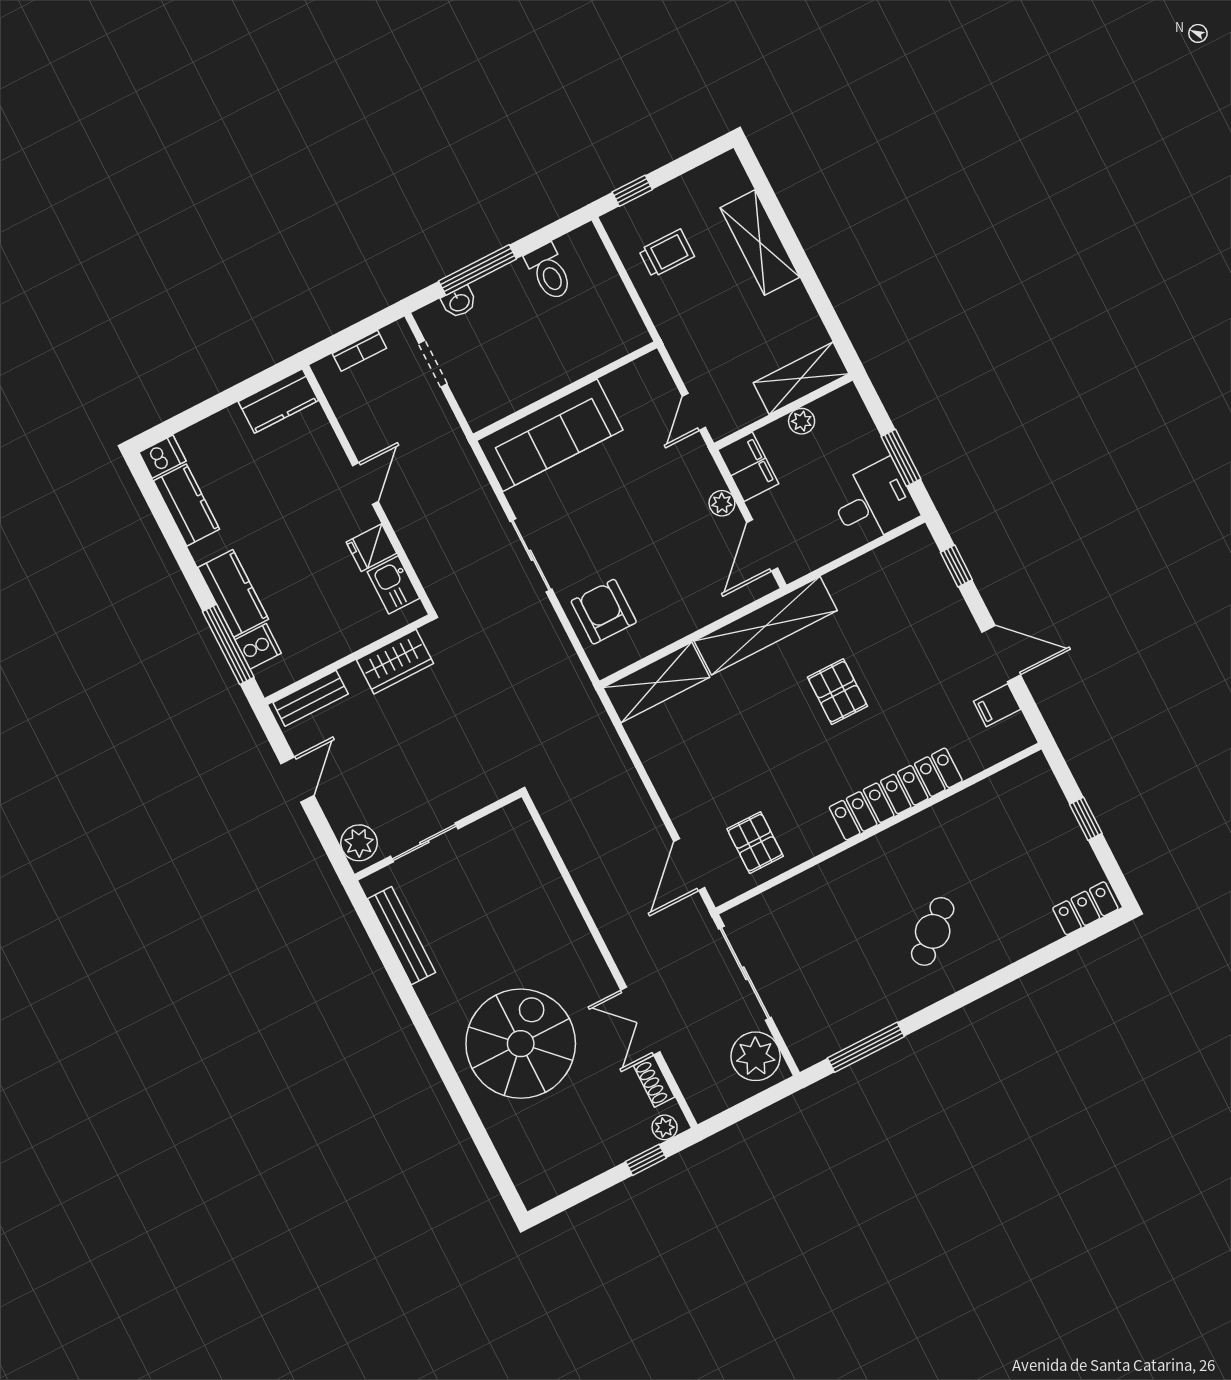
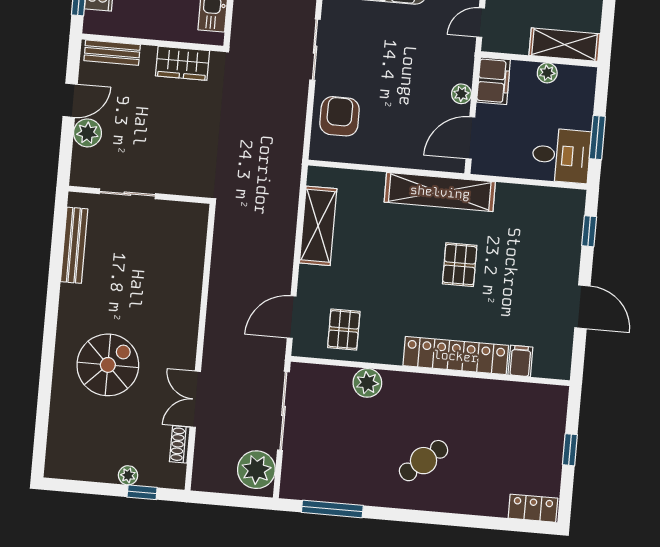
shelving: (656, 682) -> (318, 226), moved, turned 90
filing cabinet: (997, 705) -> (520, 361), moved, turned 90
plant: (359, 843) -> (87, 133), moved
plant: (818, 885) -> (367, 383), added
spiral stairs: (521, 1044) -> (108, 365), width x0.73, depth x0.73
plant: (665, 1127) -> (128, 475), moved

